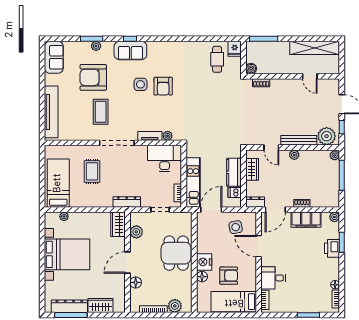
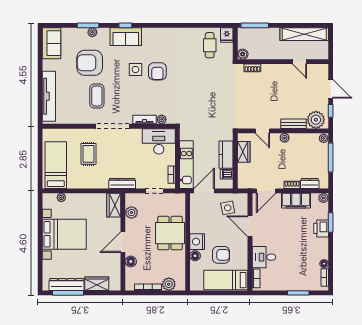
bench: (299, 140) -> (294, 124), width x0.73
dresser: (255, 202) -> (310, 184), moved

